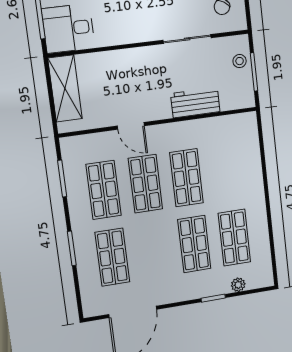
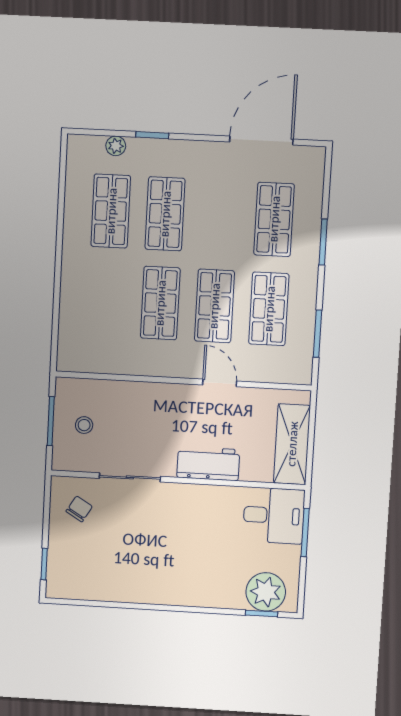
stool: (240, 61) -> (84, 425), moved
workbench: (195, 103) -> (208, 464), moved, turned 180

